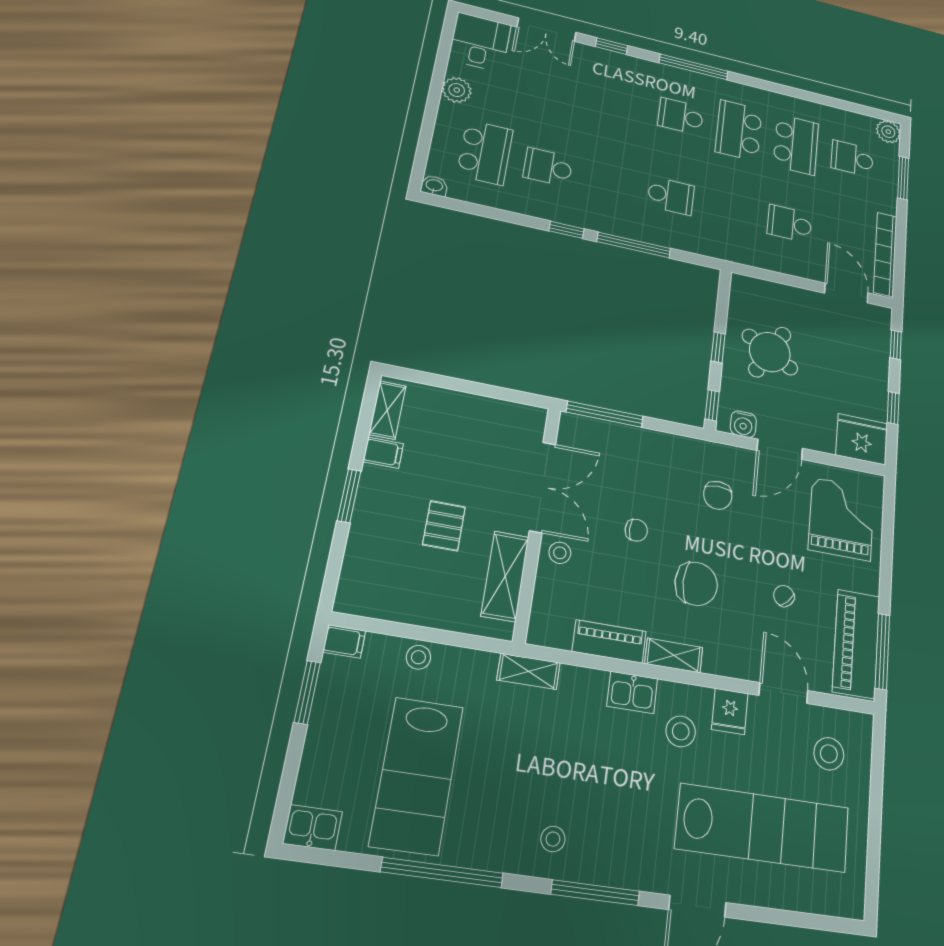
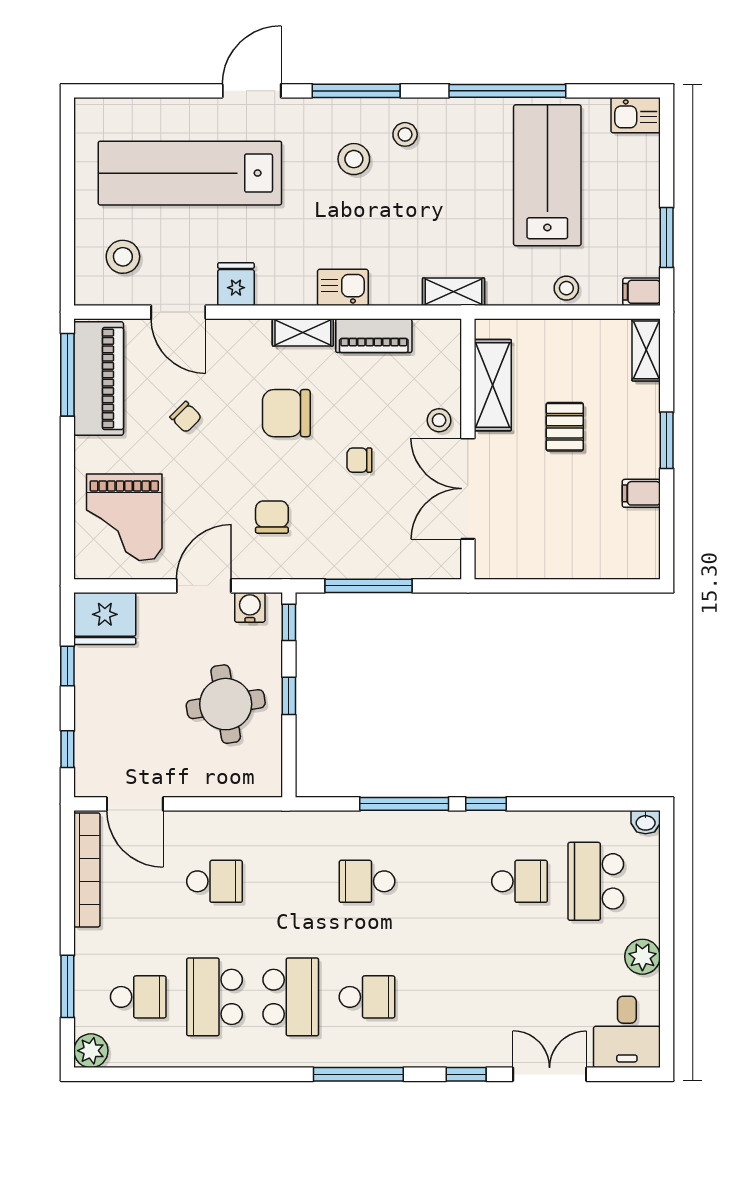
round table: (770, 352) -> (226, 704), turned -38
shelving: (387, 410) -> (646, 350), moved
window: (605, 414) -> (369, 586), moved
stool: (681, 731) -> (354, 159), moved

